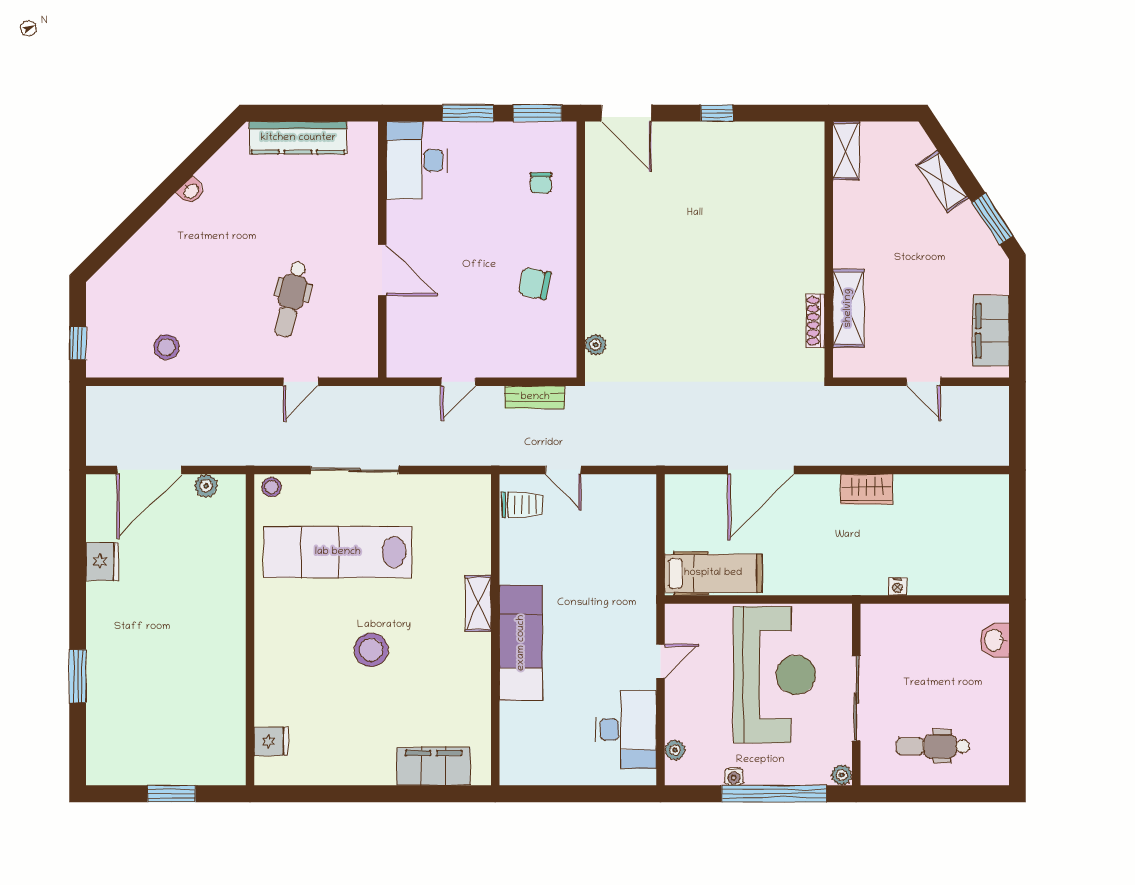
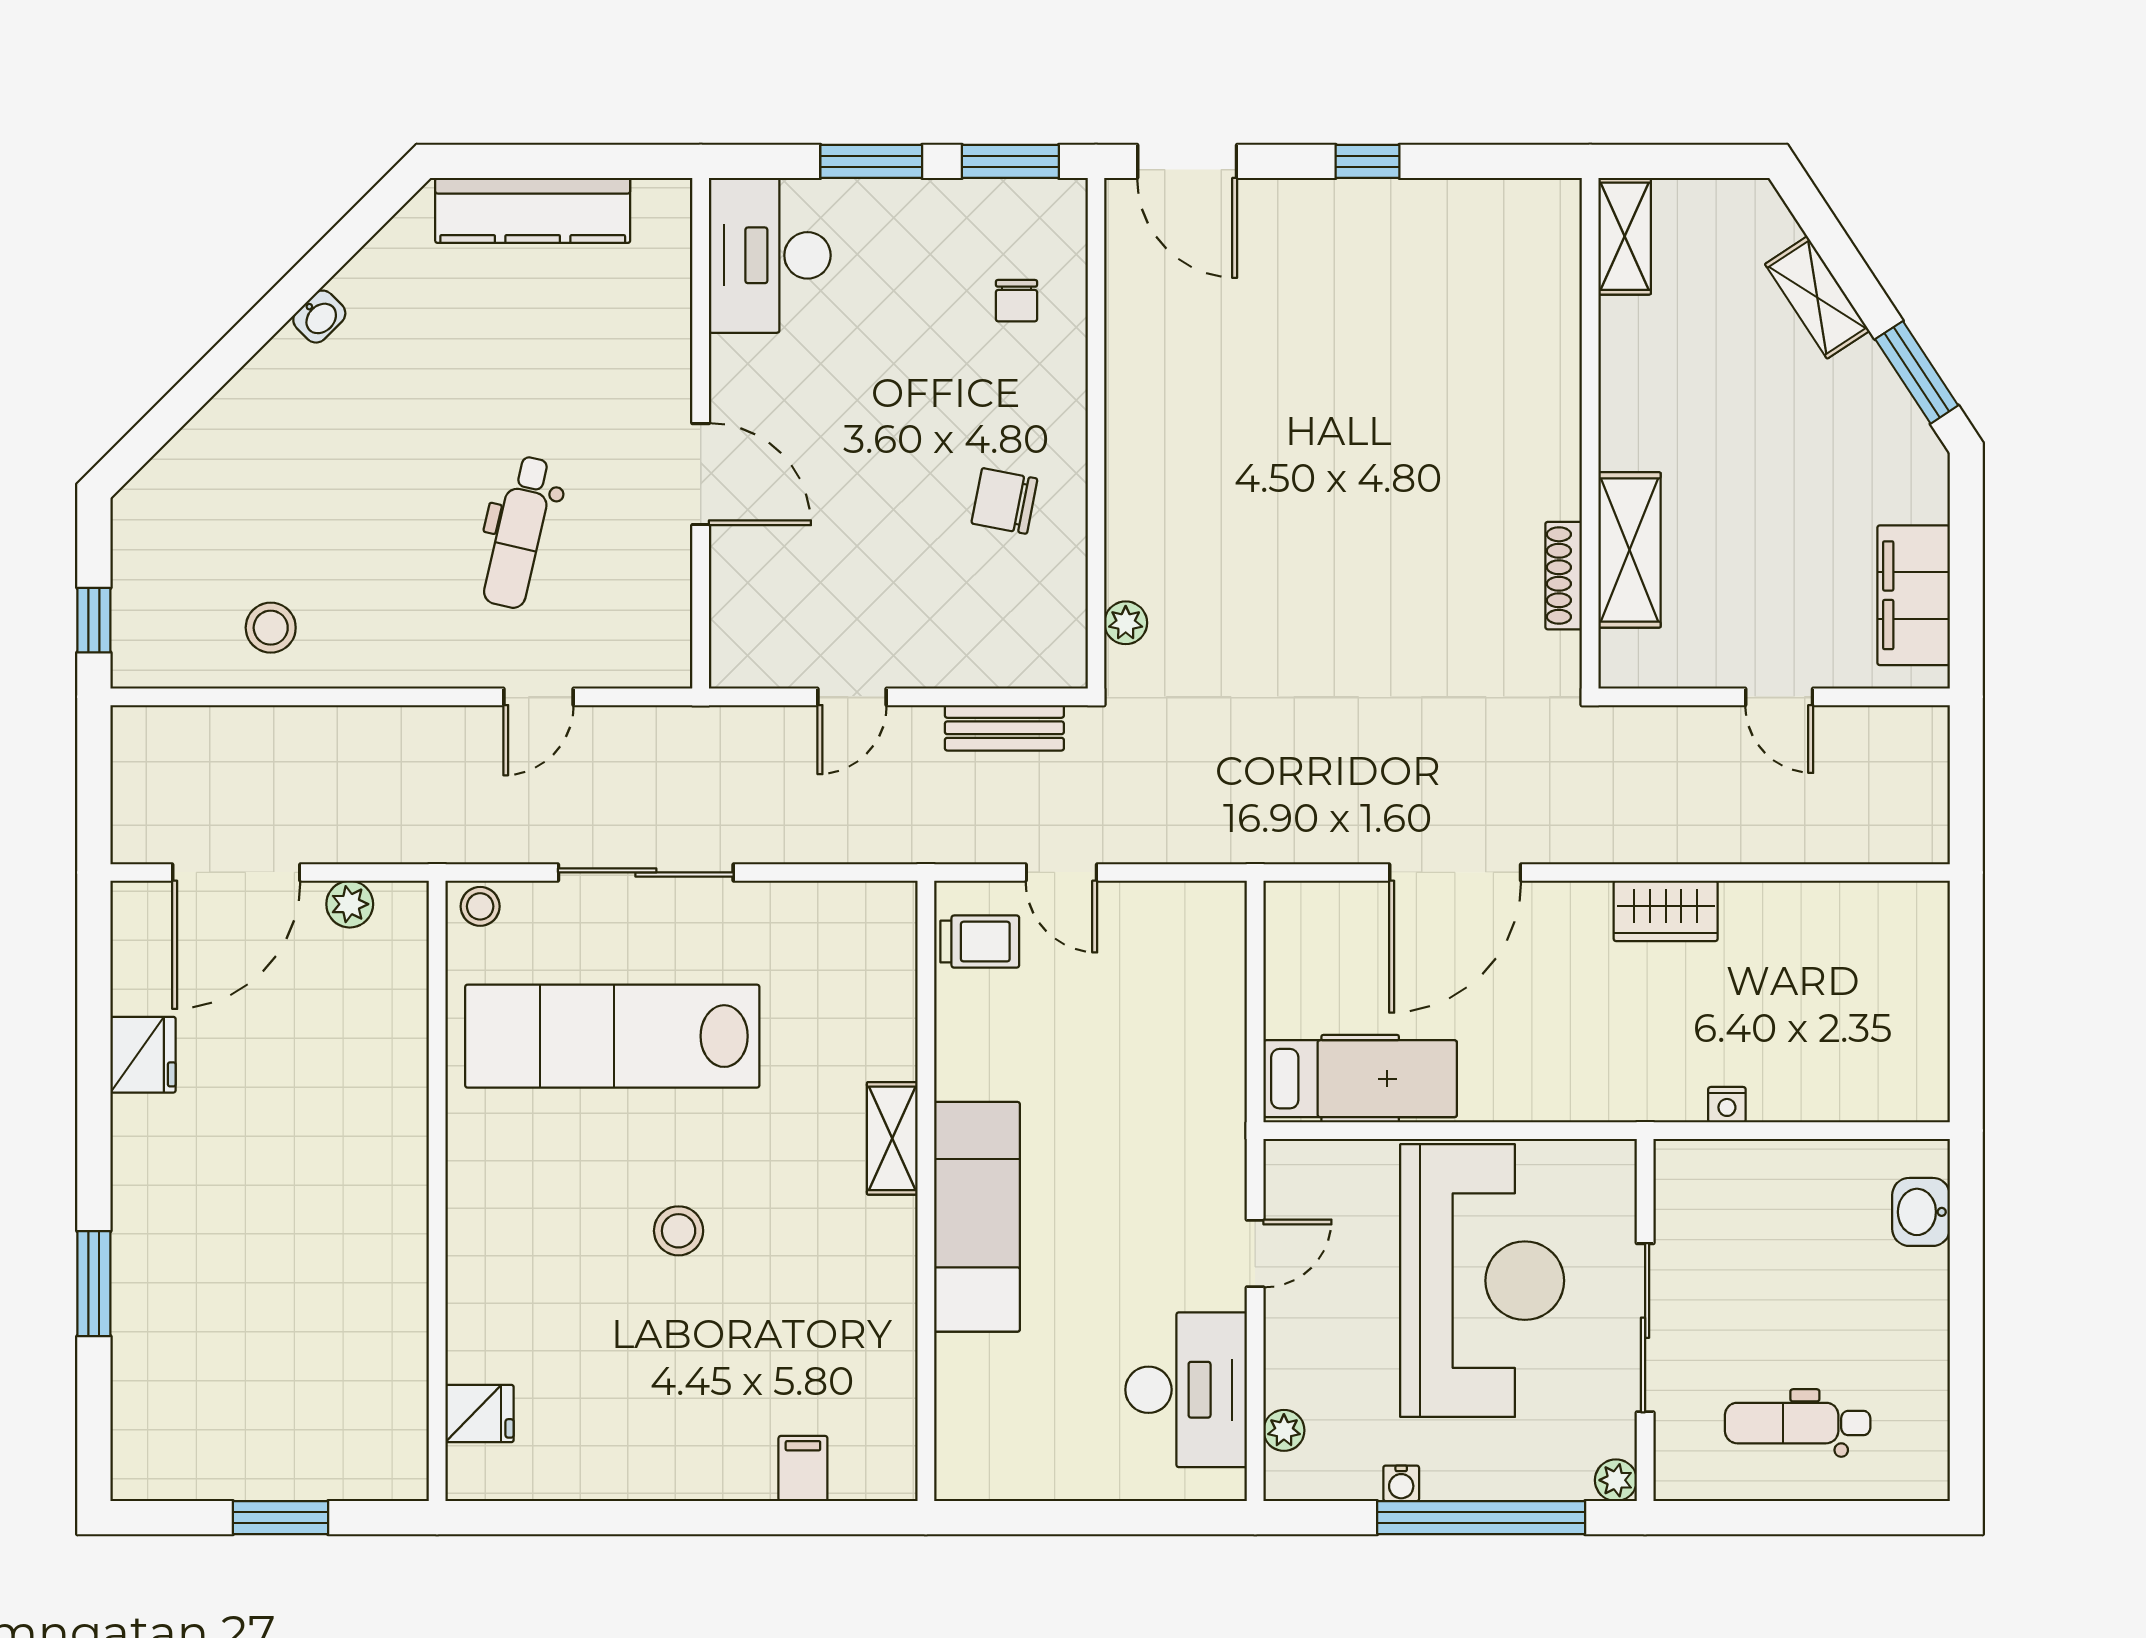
stool: (371, 650) -> (679, 1231), width x0.73, depth x0.73
filing cabinet: (434, 766) -> (803, 1469), width x0.33, depth x0.86

